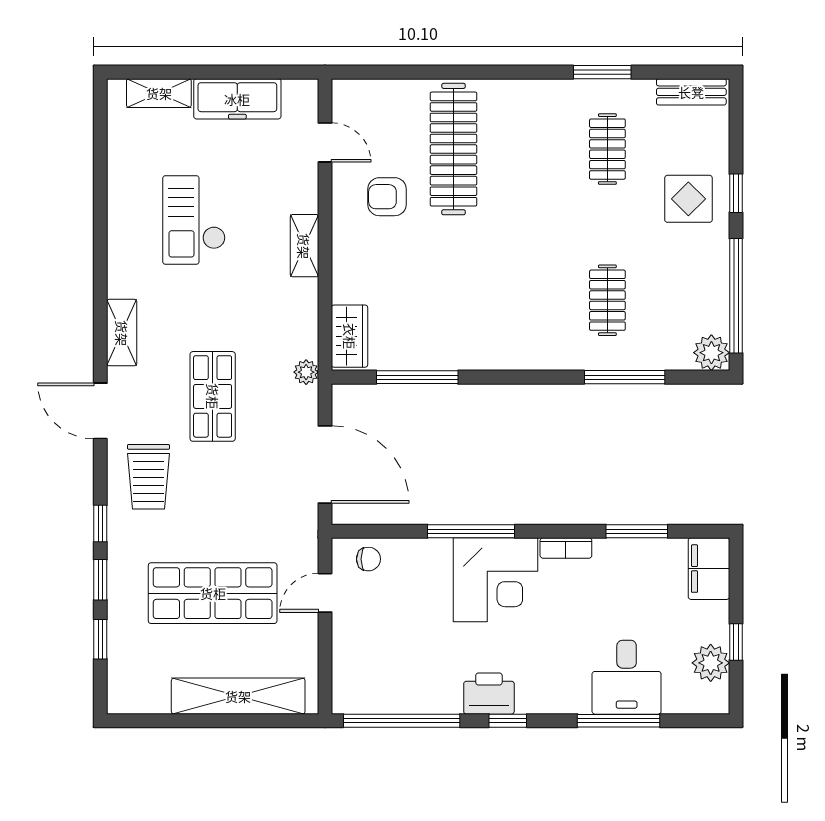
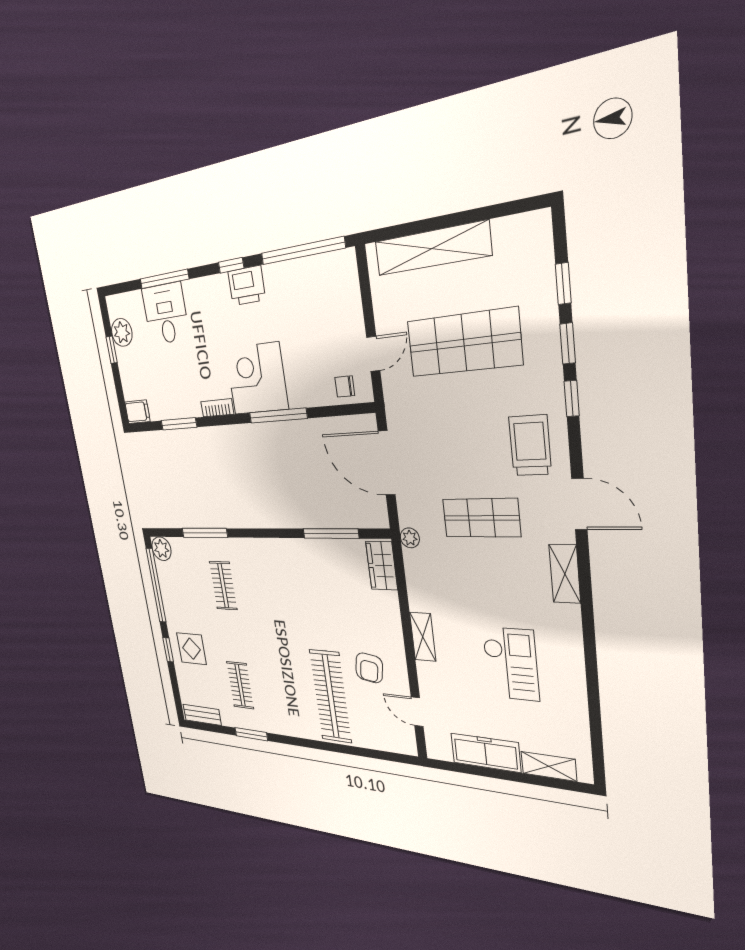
armchair: (387, 197) -> (369, 668), turned 99
shop shelf: (213, 396) -> (481, 518), turned 90
filing cabinet: (709, 569) -> (137, 412), width x0.50

